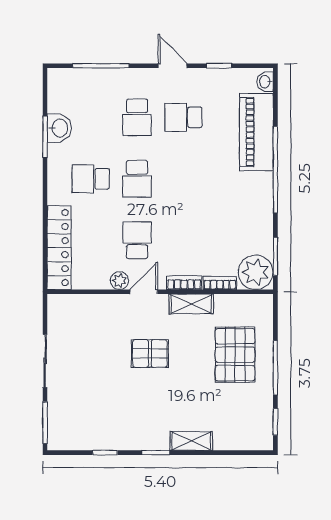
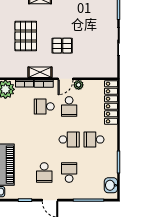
school desk: (183, 117) -> (44, 172), turned 90
washbasin: (59, 128) -> (111, 185), moved
school desk: (91, 179) -> (94, 139), turned 180
school desk: (137, 179) -> (69, 139), turned 90
school desk: (183, 240) -> (44, 106), added
pallet: (235, 355) -> (26, 36), moved

